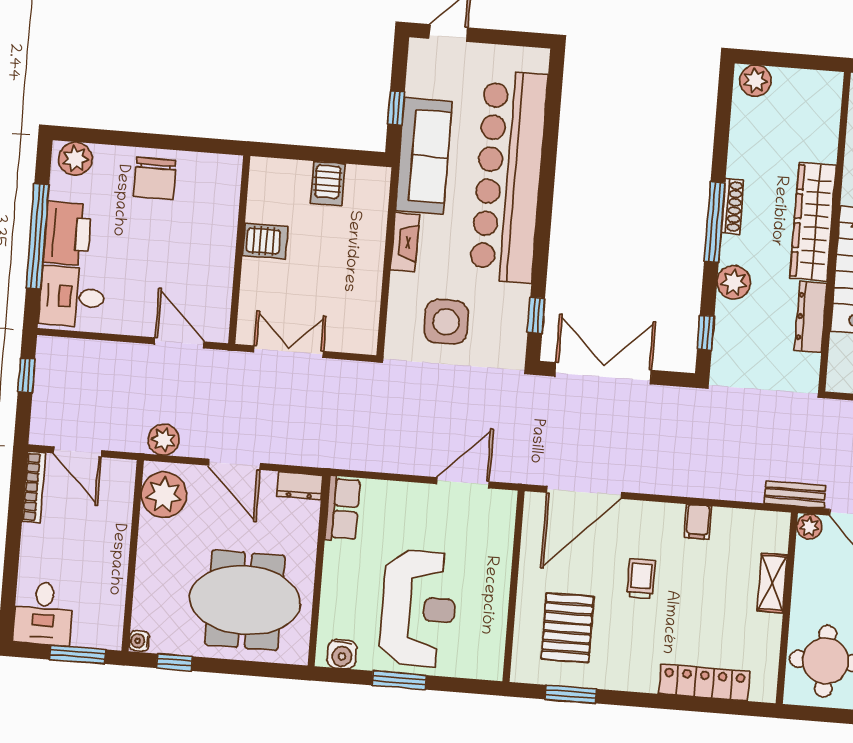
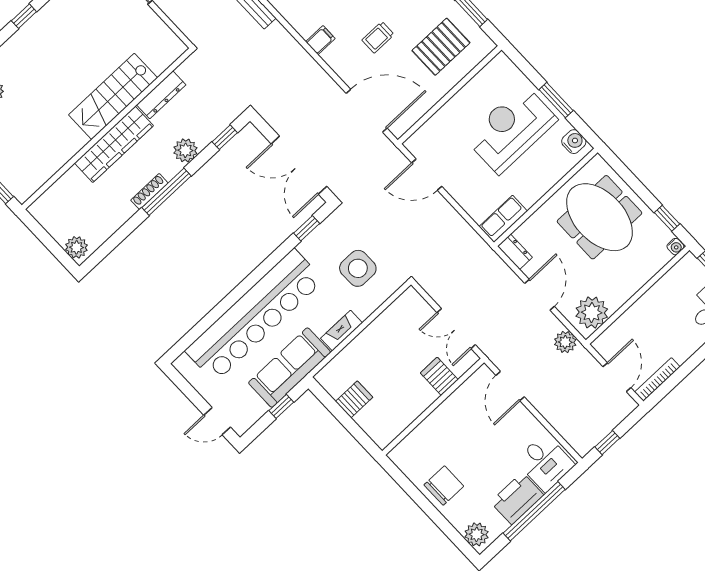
server rack: (265, 241) -> (439, 376), moved

